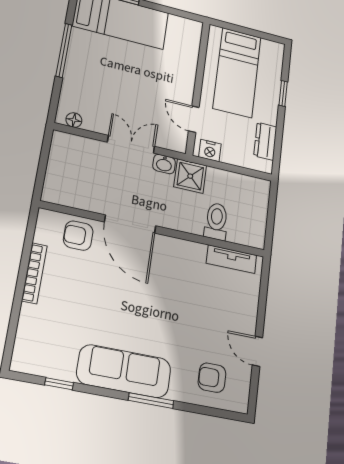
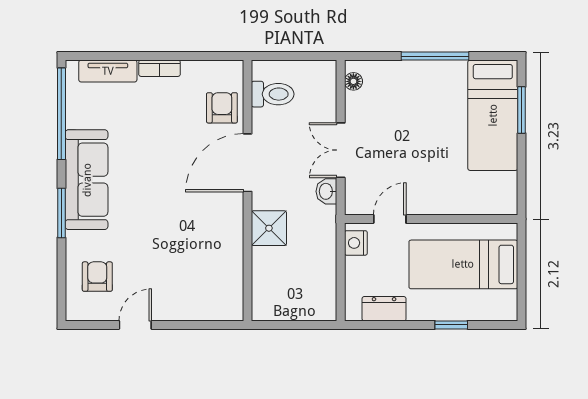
double door: (131, 144) -> (341, 150), swing flipped
shower: (190, 176) -> (269, 228), moved
toilet: (216, 221) -> (273, 94), moved
tv unit: (231, 259) -> (108, 71), moved, turned -90
bookcase: (34, 273) -> (159, 68), width x0.64
window: (59, 384) -> (61, 114), width x3.17

